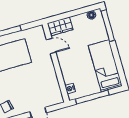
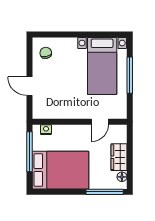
wardrobe: (60, 26) -> (119, 157), moved
bed: (105, 66) -> (60, 170), width x1.50

